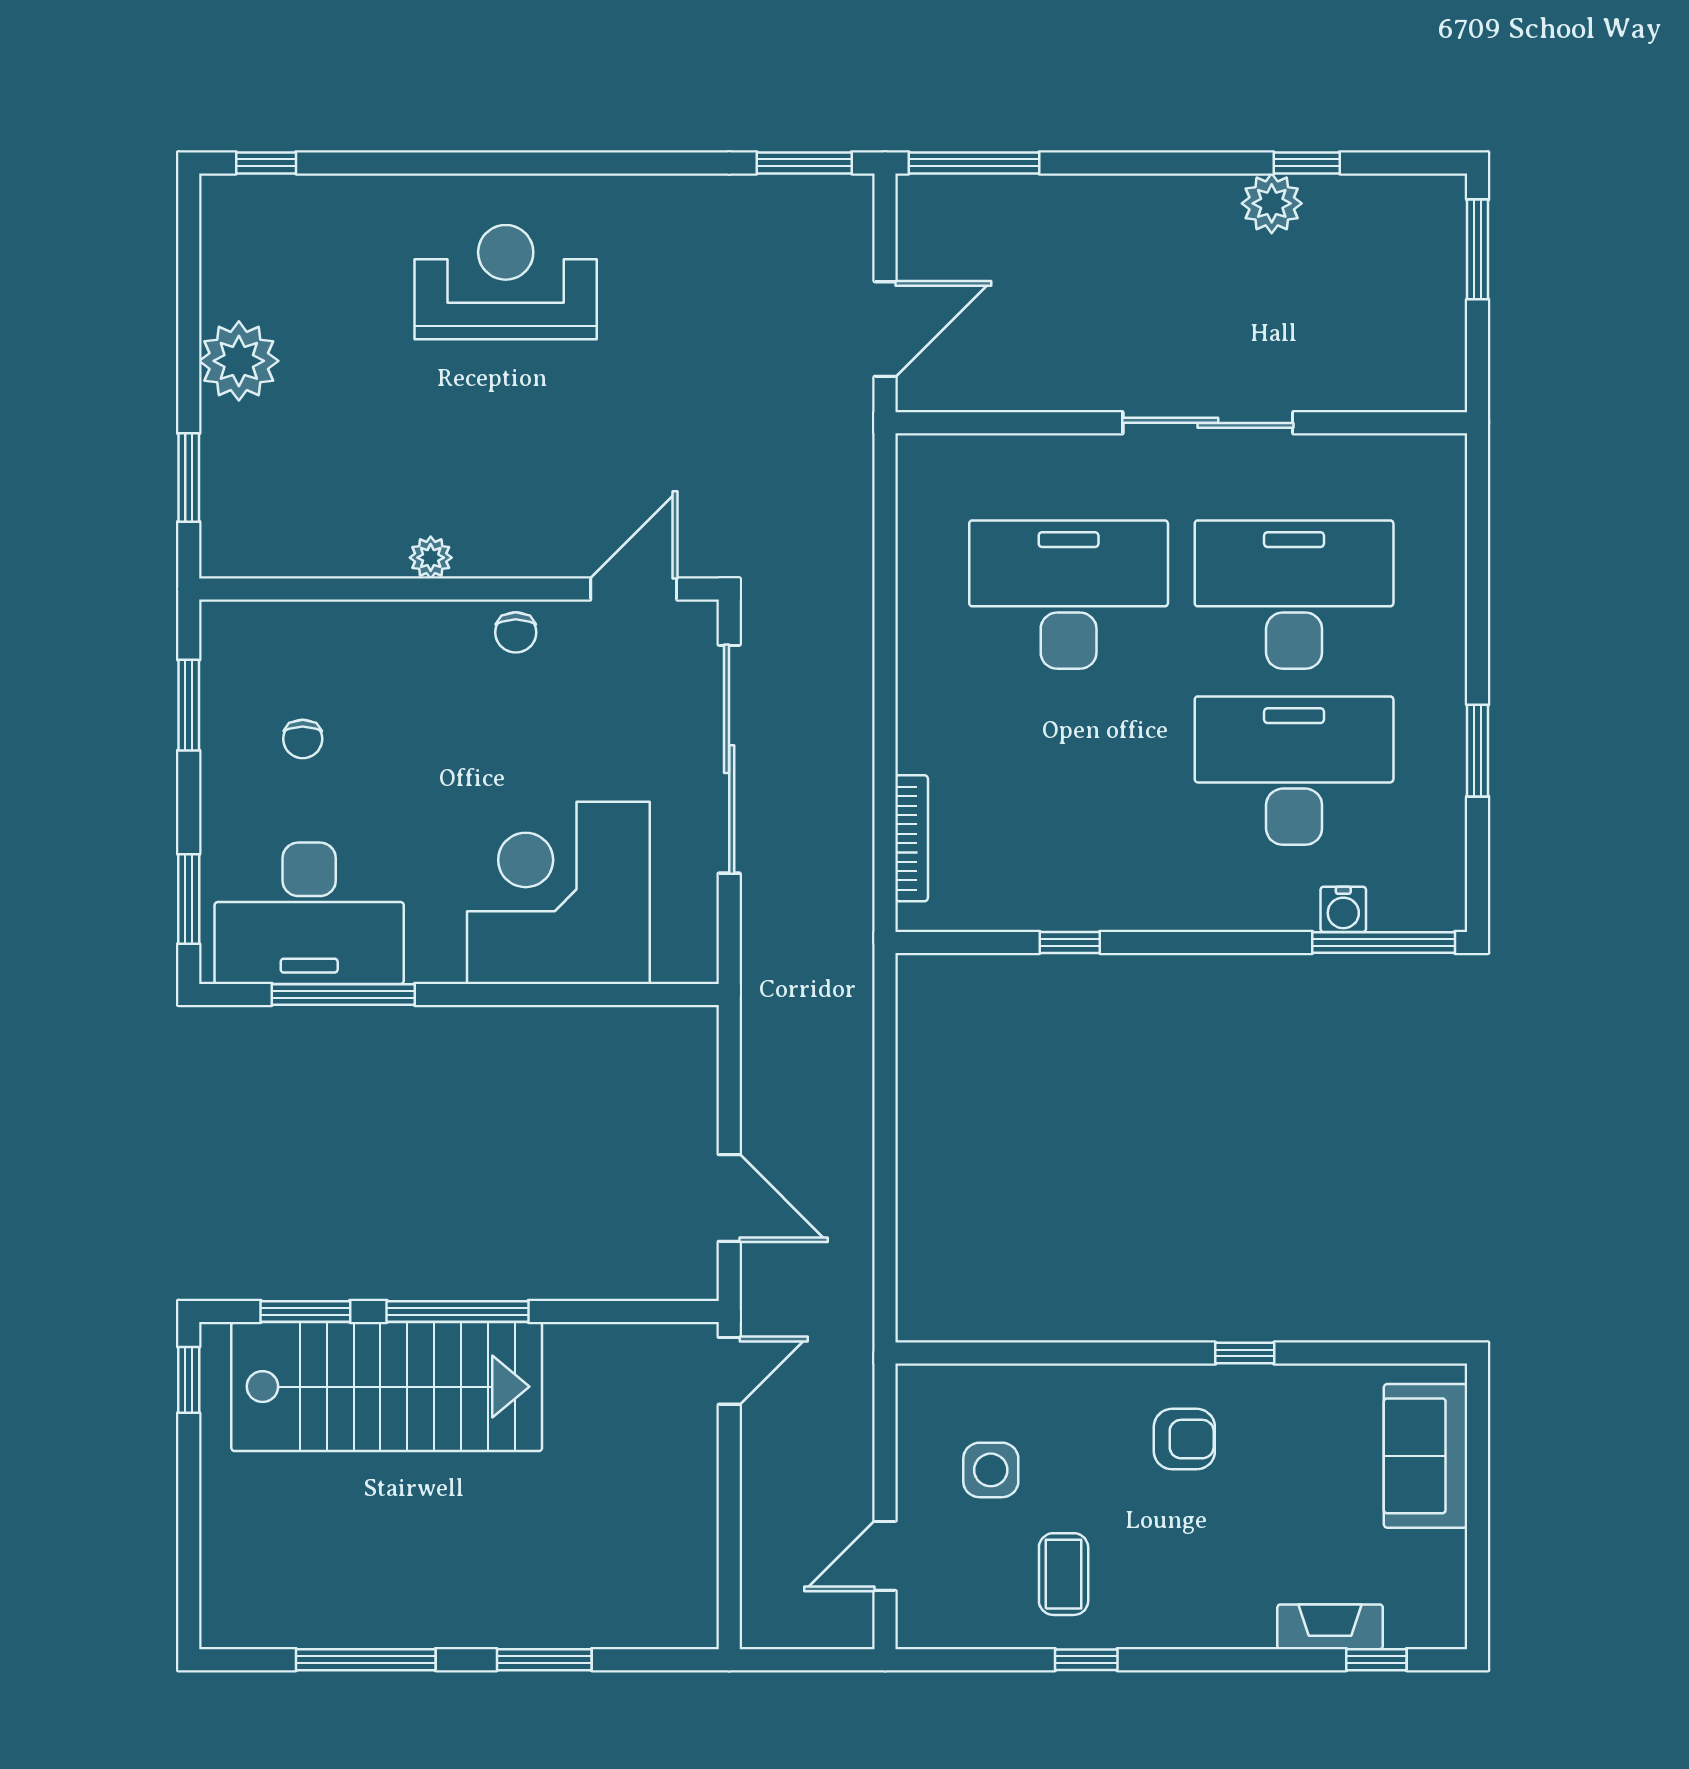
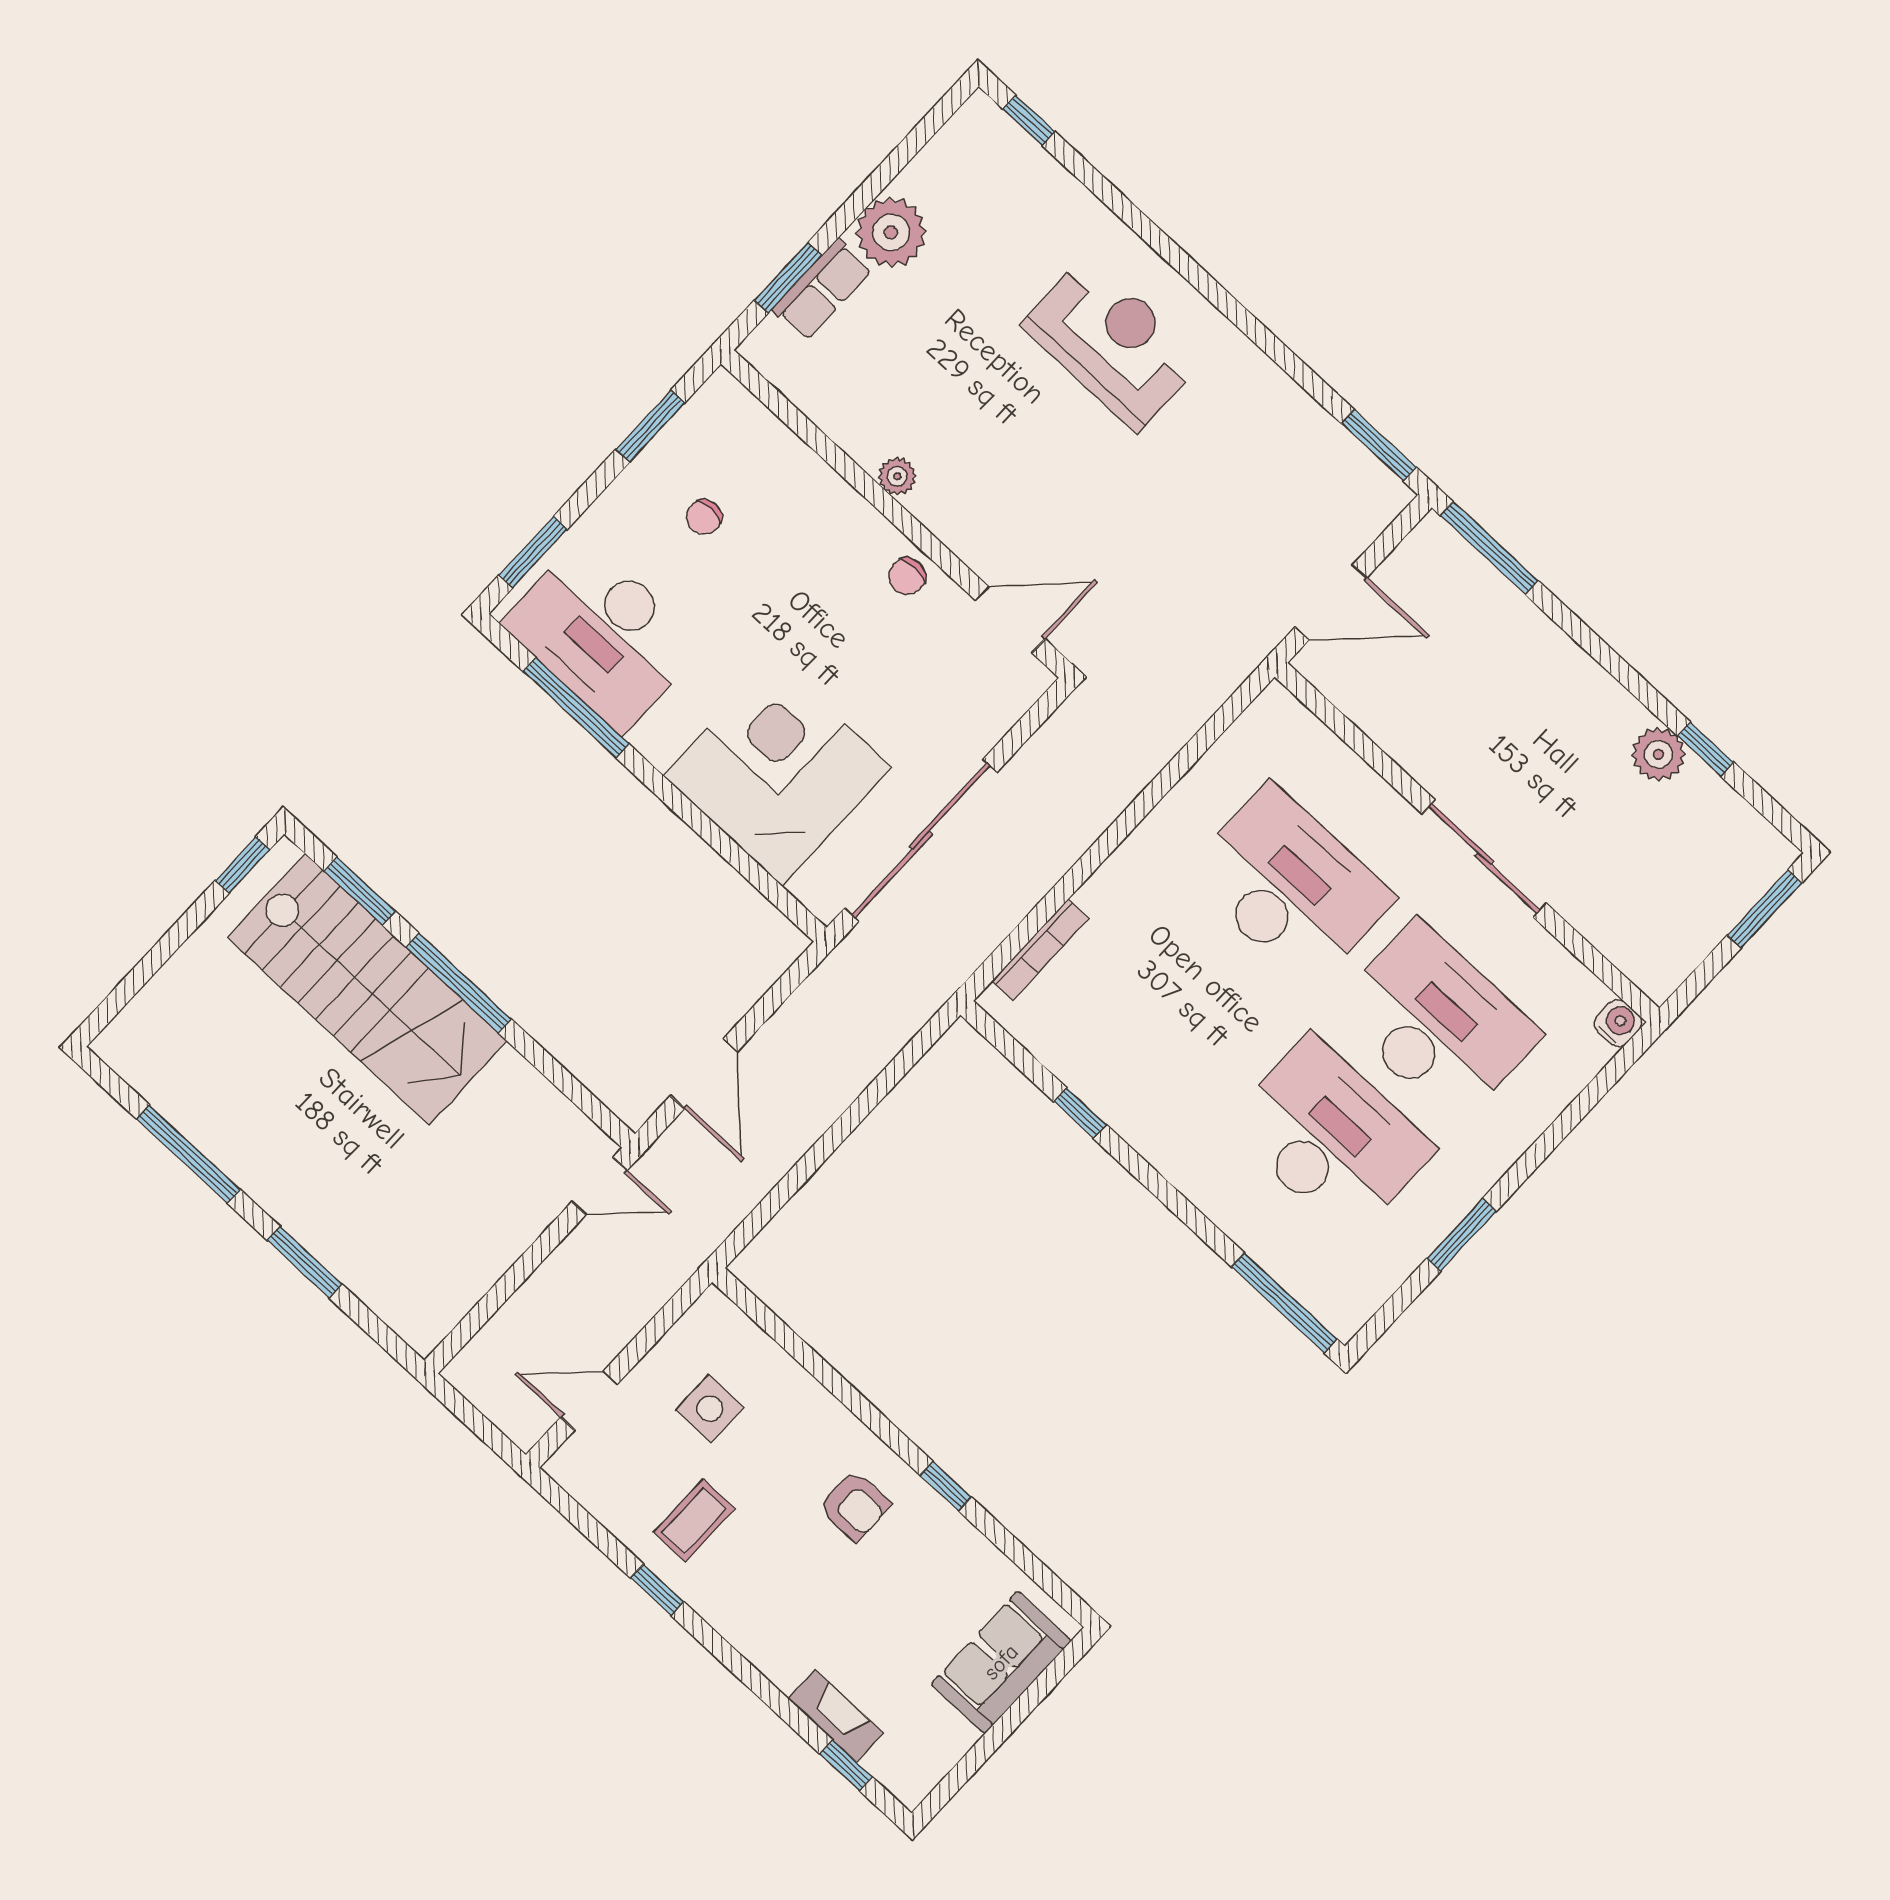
row of seats: (226, 461) -> (822, 290), added
sliding door: (729, 759) -> (921, 840), moved
water cooler: (1343, 909) -> (1618, 1023), moved, turned 180

